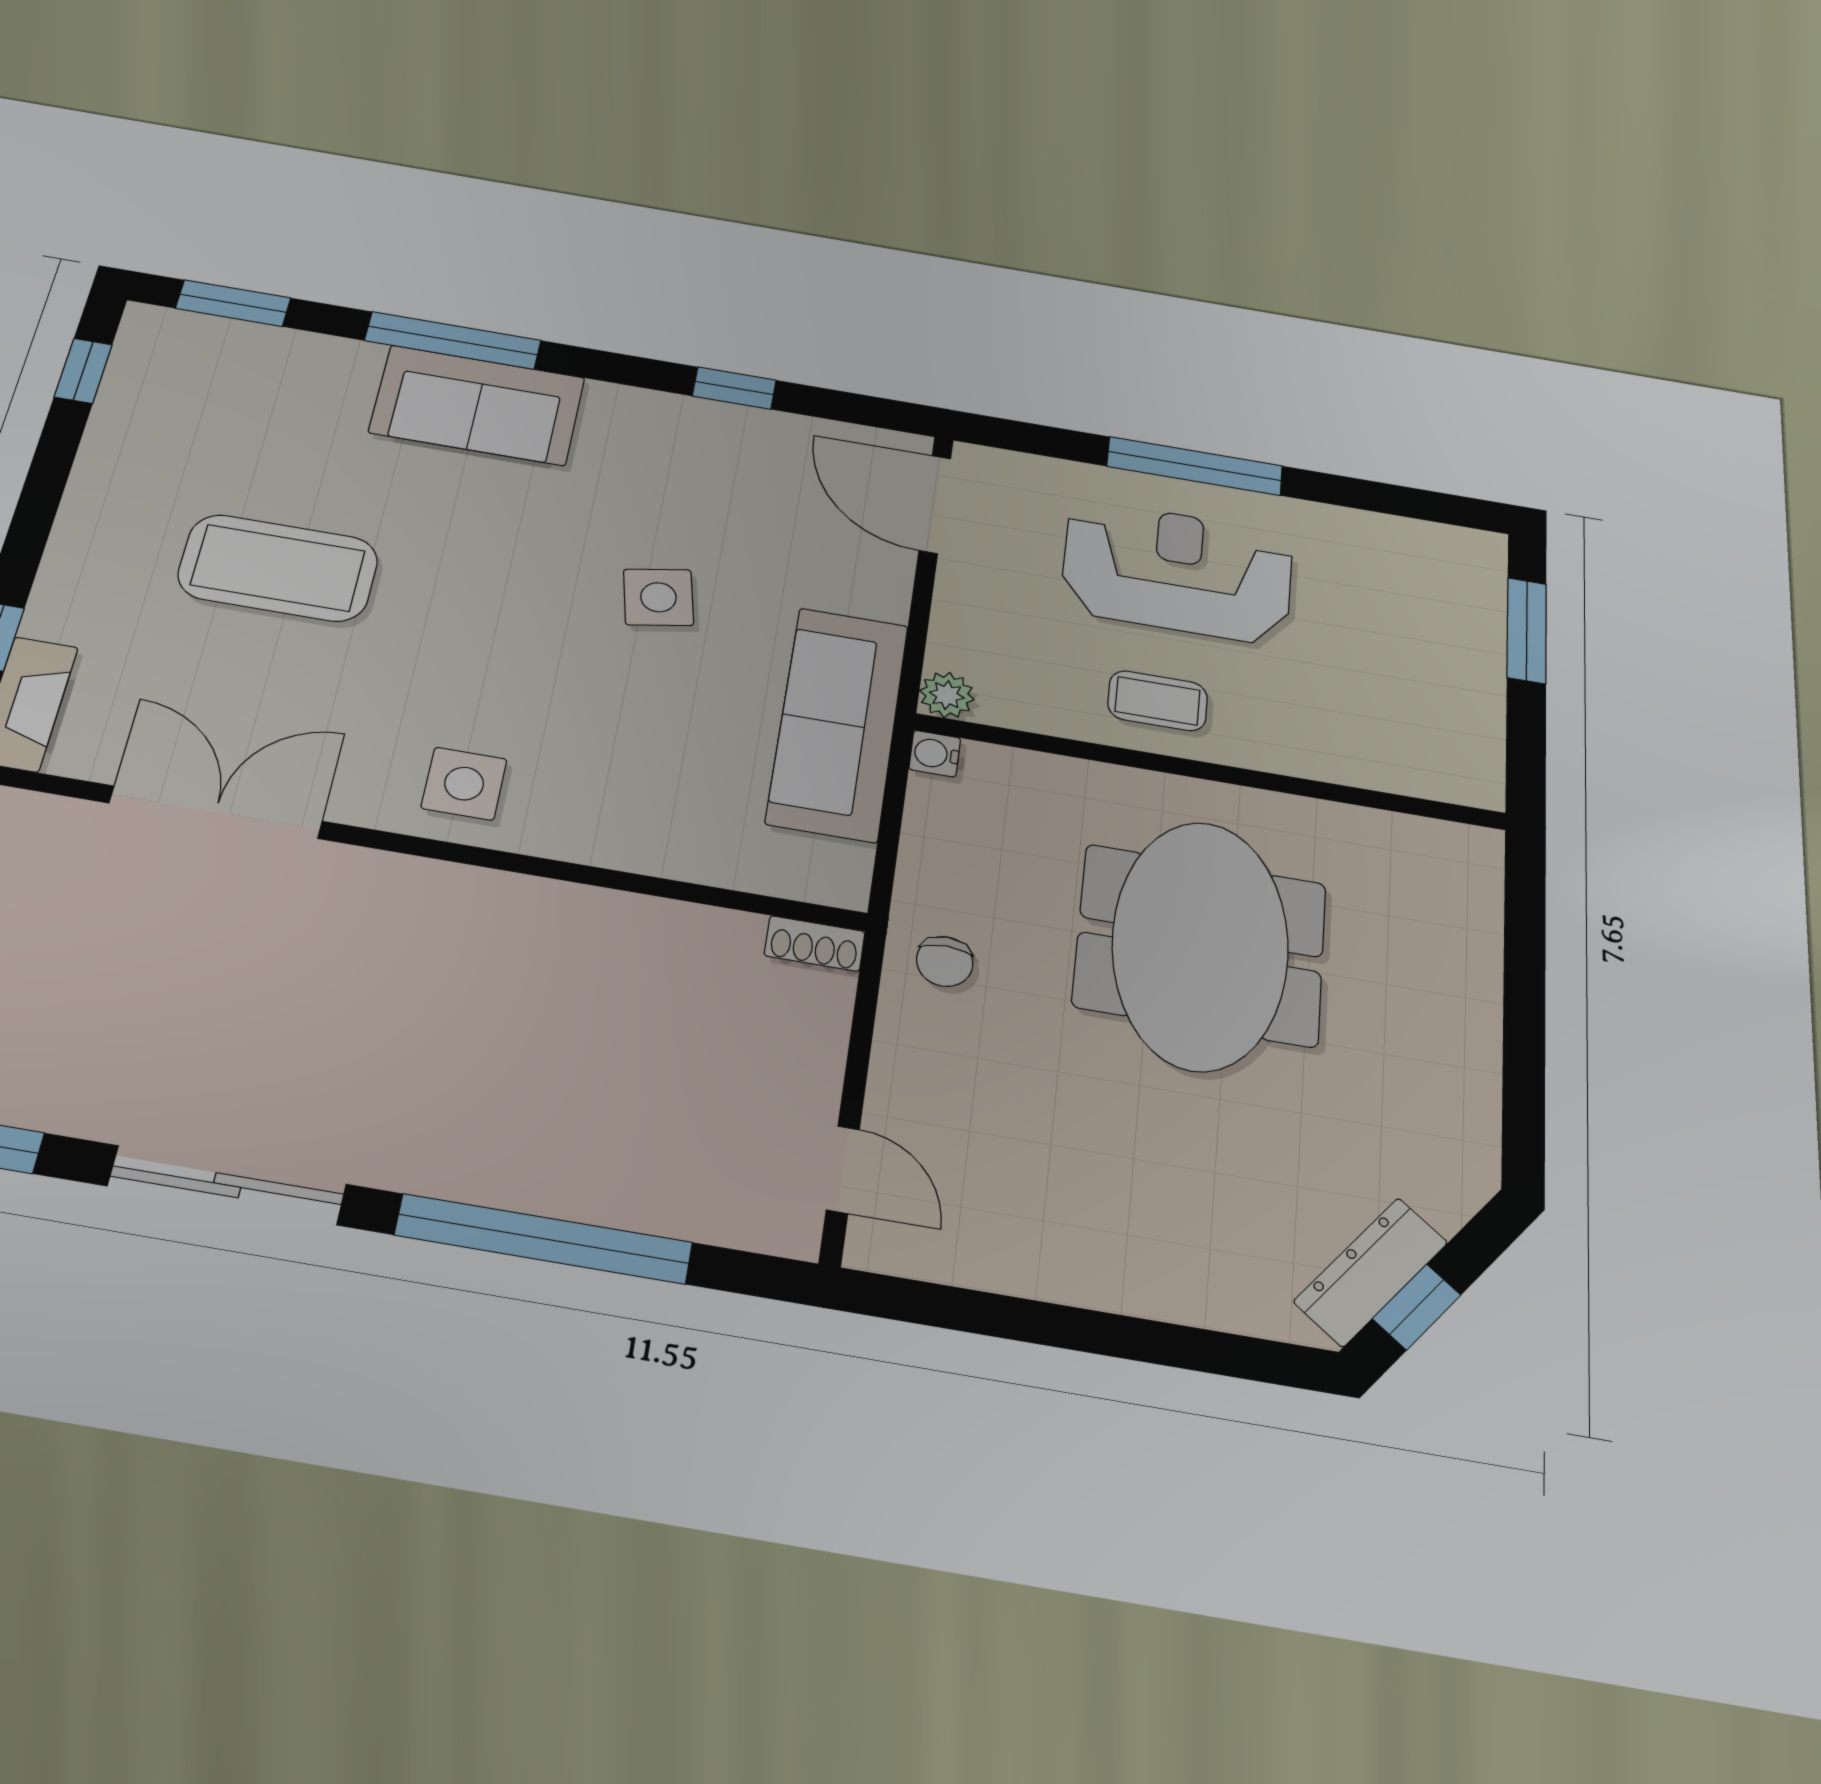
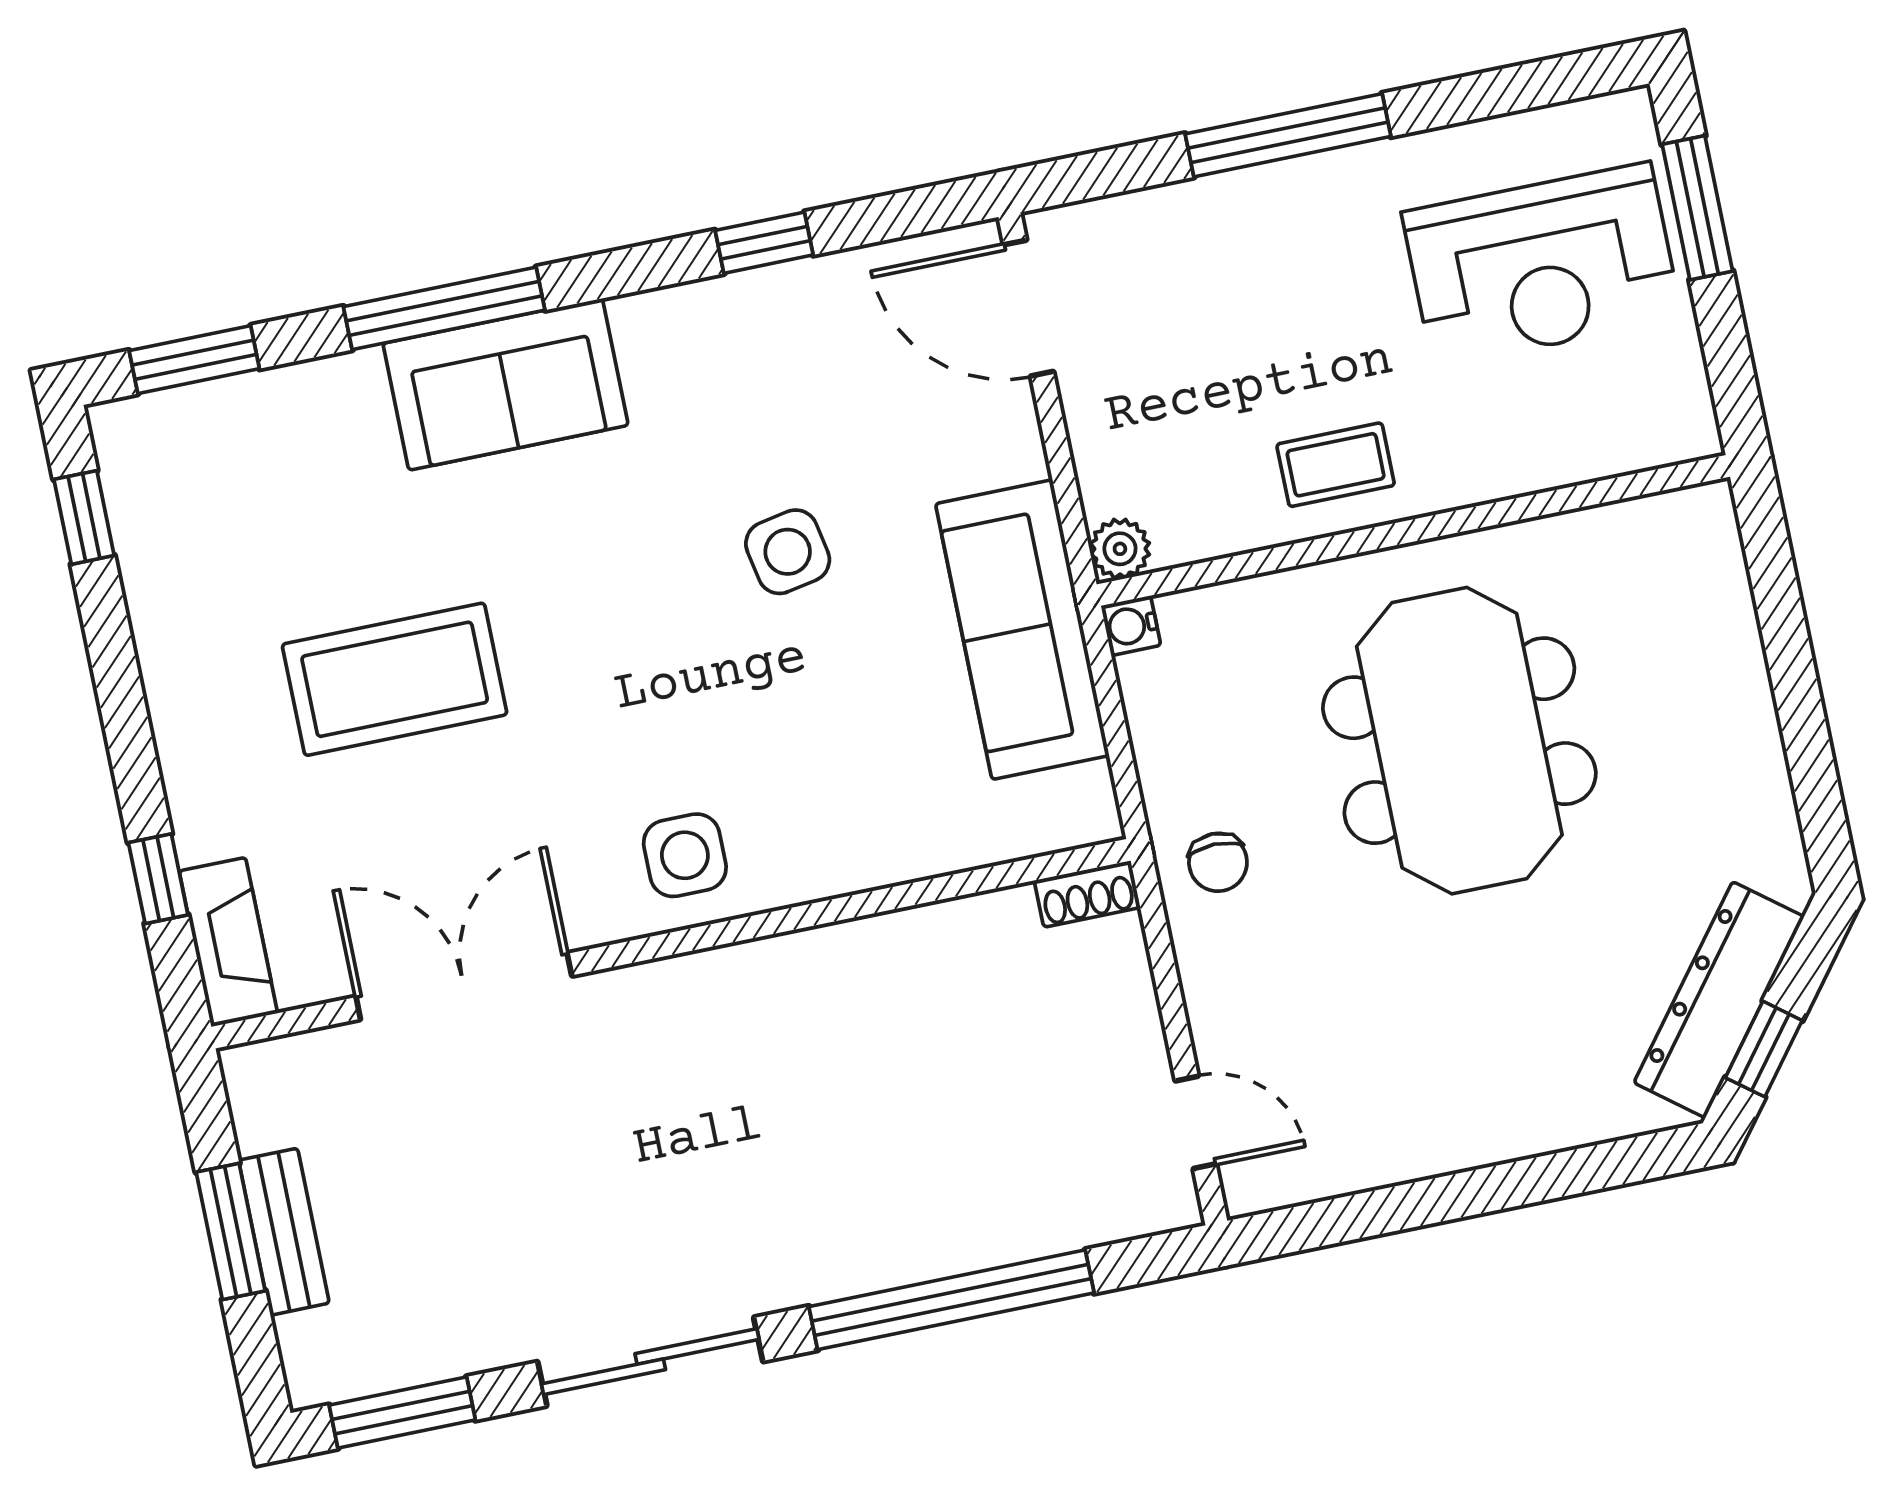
reception desk: (1177, 572) -> (1542, 265), moved, turned 180
dresser: (1371, 1272) -> (1719, 1000), width x1.37, depth x1.24

